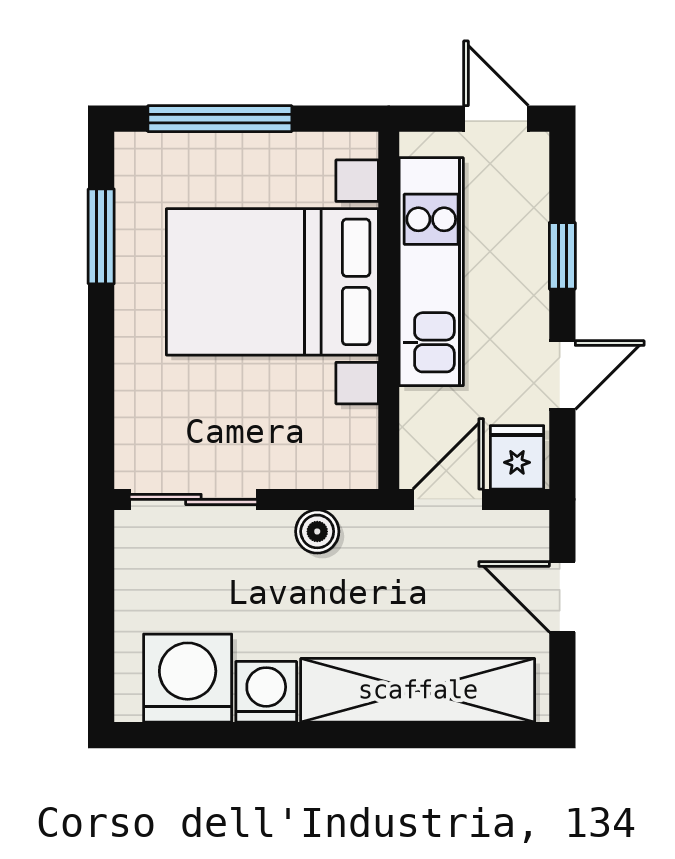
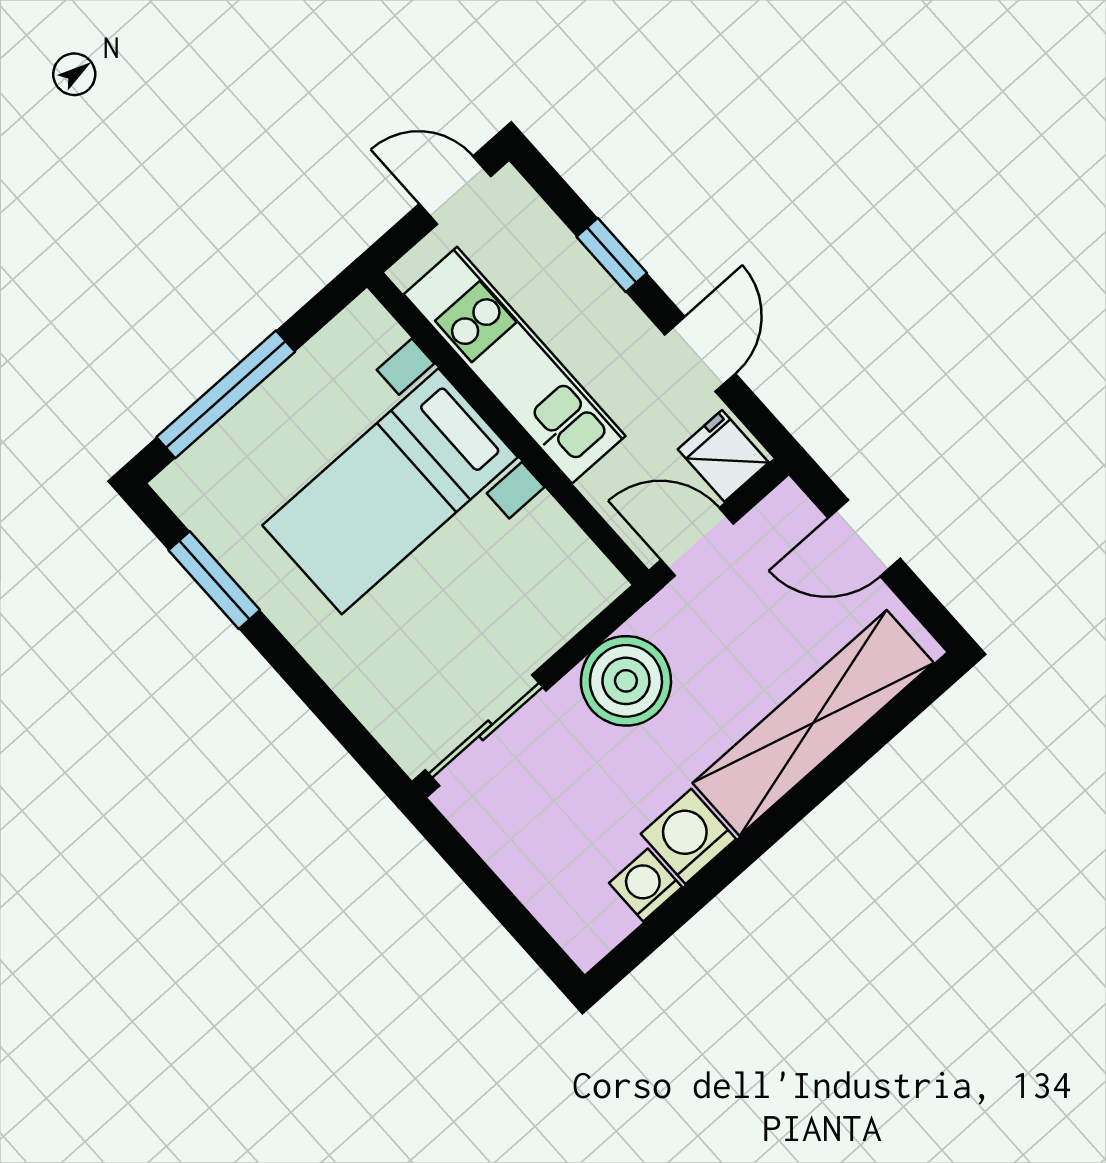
bed with nightstands: (272, 282) -> (390, 491), width x0.73
door: (448, 499) -> (697, 542), hinge flipped
boiler: (317, 531) -> (626, 681), width x1.86, depth x1.86
washing machine: (188, 678) -> (646, 885), width x0.53, depth x0.53

